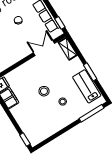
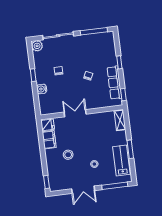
double door: (44, 48) -> (75, 113), moved
stool: (44, 91) -> (68, 155), moved
double door: (63, 131) -> (83, 190), added

